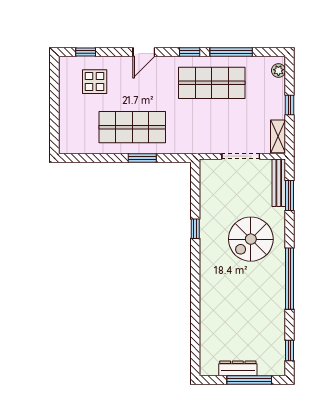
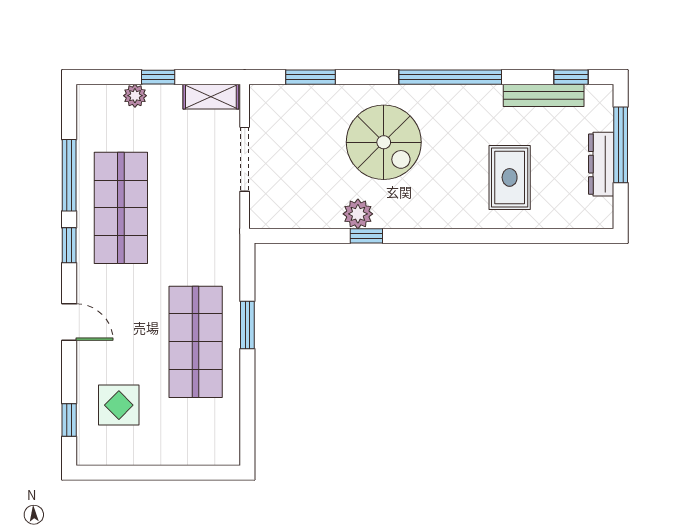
plant: (278, 71) -> (135, 96), moved
bench: (279, 183) -> (544, 95), moved
plant: (208, 224) -> (358, 214), added
rug: (230, 314) -> (510, 177), added

